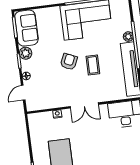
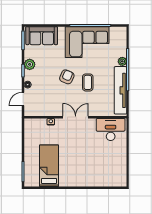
sofa: (26, 28) -> (42, 36), moved, turned 90
double door: (84, 105) -> (76, 117), swing flipped

